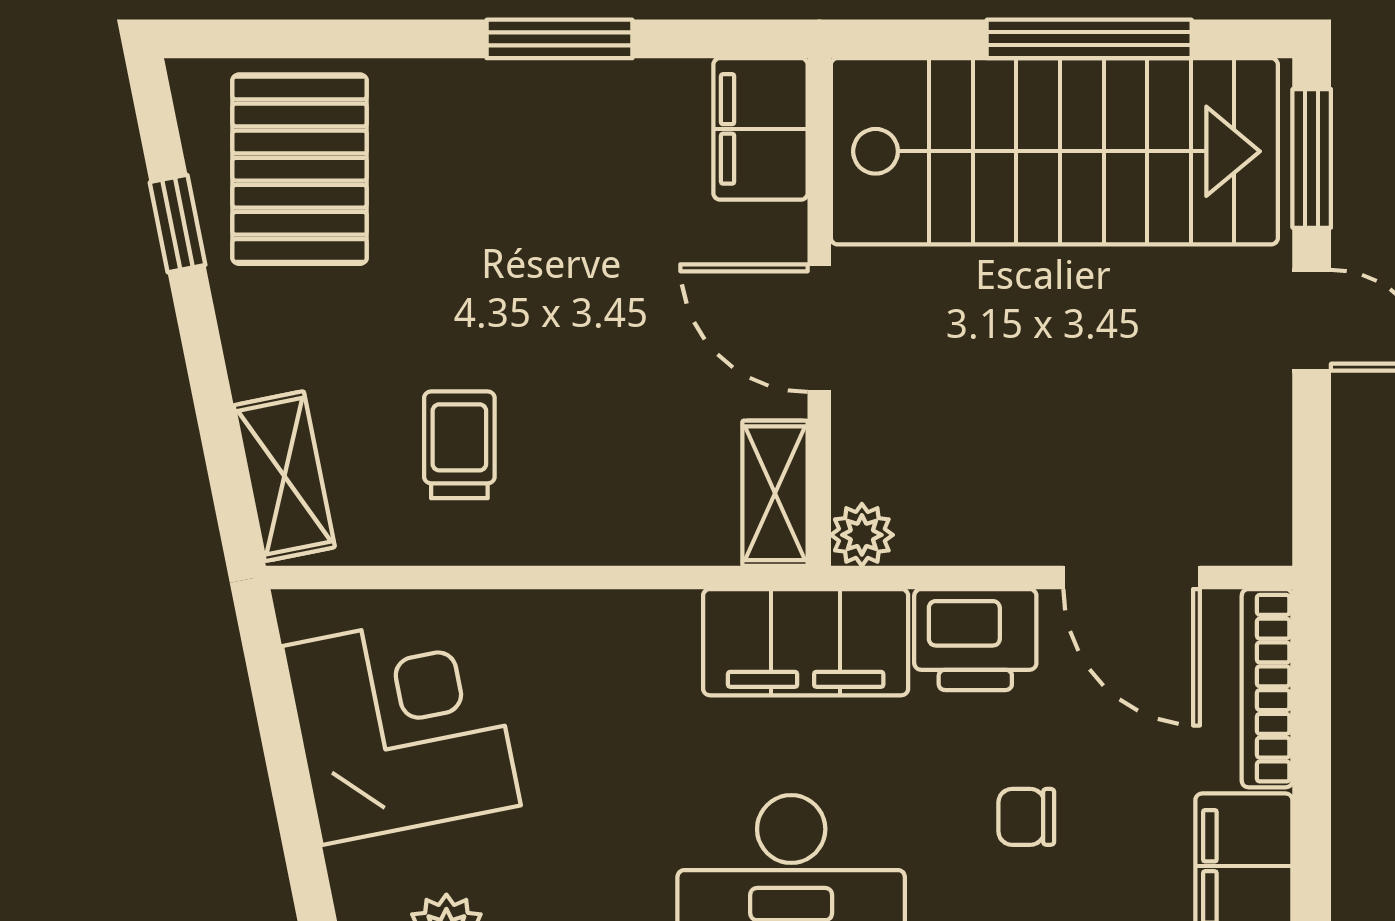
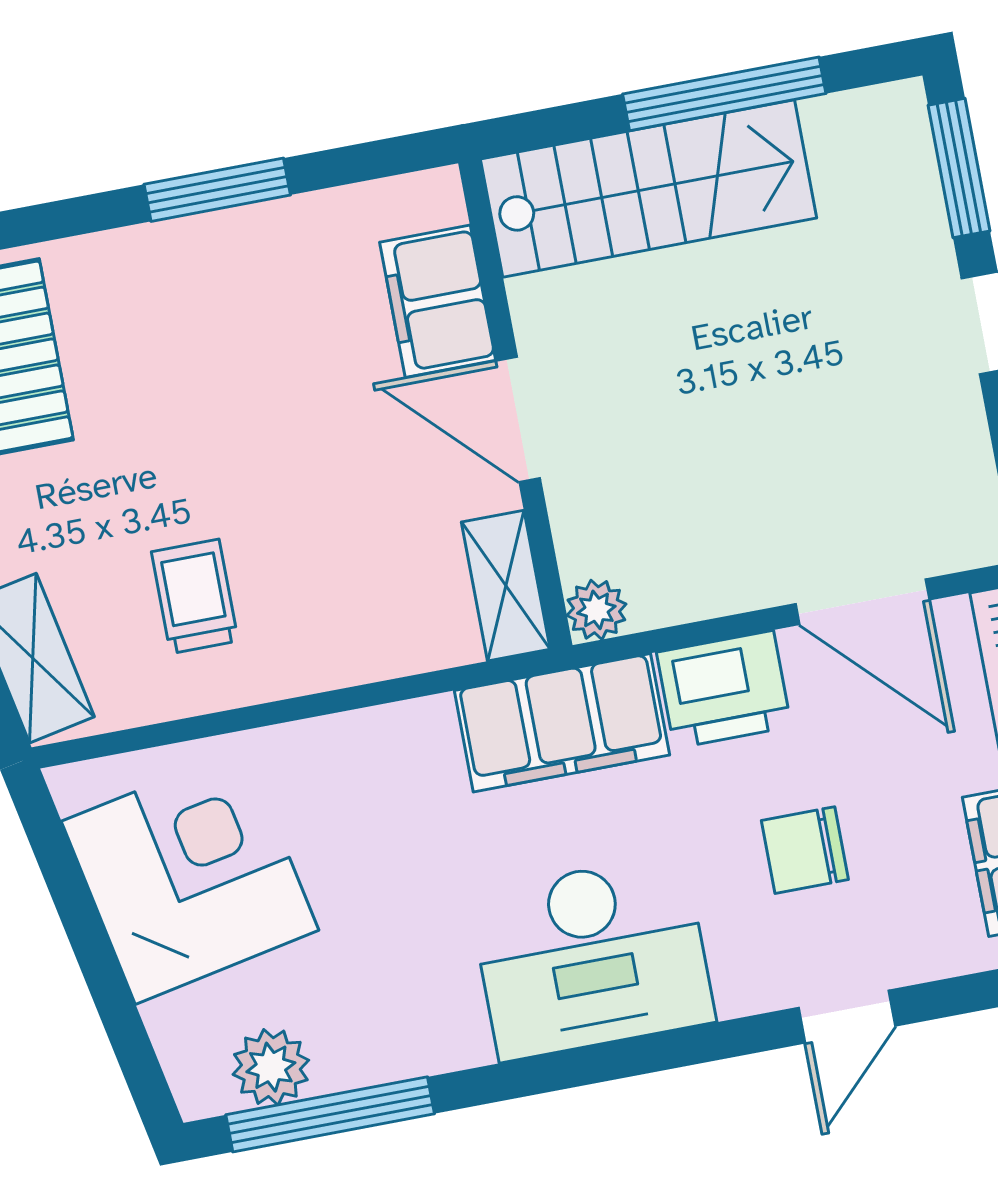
filing cabinet: (761, 129) -> (438, 301), moved
stairs: (1054, 151) -> (649, 189), width x0.73, depth x0.66
chair: (1026, 817) -> (805, 850), width x1.37, depth x1.37

